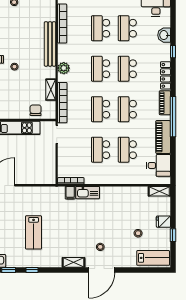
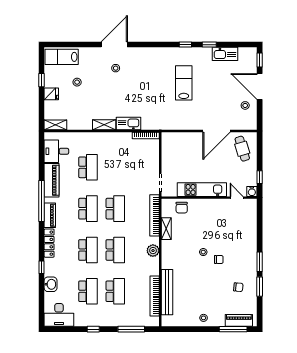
bench: (50, 44) -> (167, 292), moved
school desk: (101, 150) -> (115, 167), removed
filing cabinet: (70, 193) -> (146, 123), removed
shelving: (74, 262) -> (104, 125), moved

